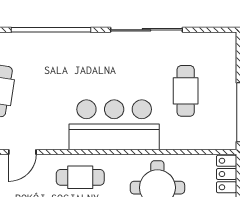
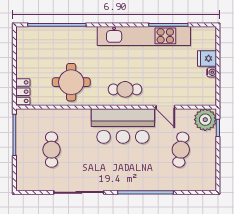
bar counter: (114, 125) -> (123, 126), moved
door: (22, 152) -> (165, 107), swing flipped

